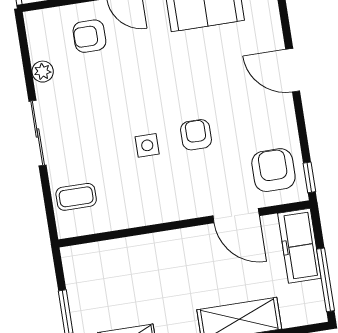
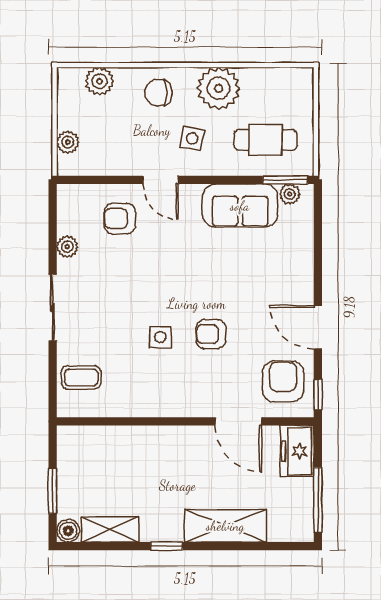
door: (293, 70) -> (318, 327), moved
armchair: (196, 135) -> (211, 334), turned -90
freezer: (299, 246) -> (297, 451), width x0.71

